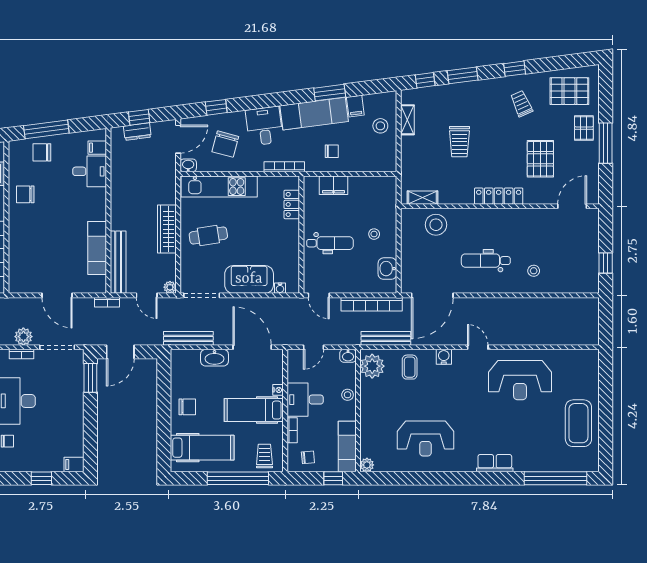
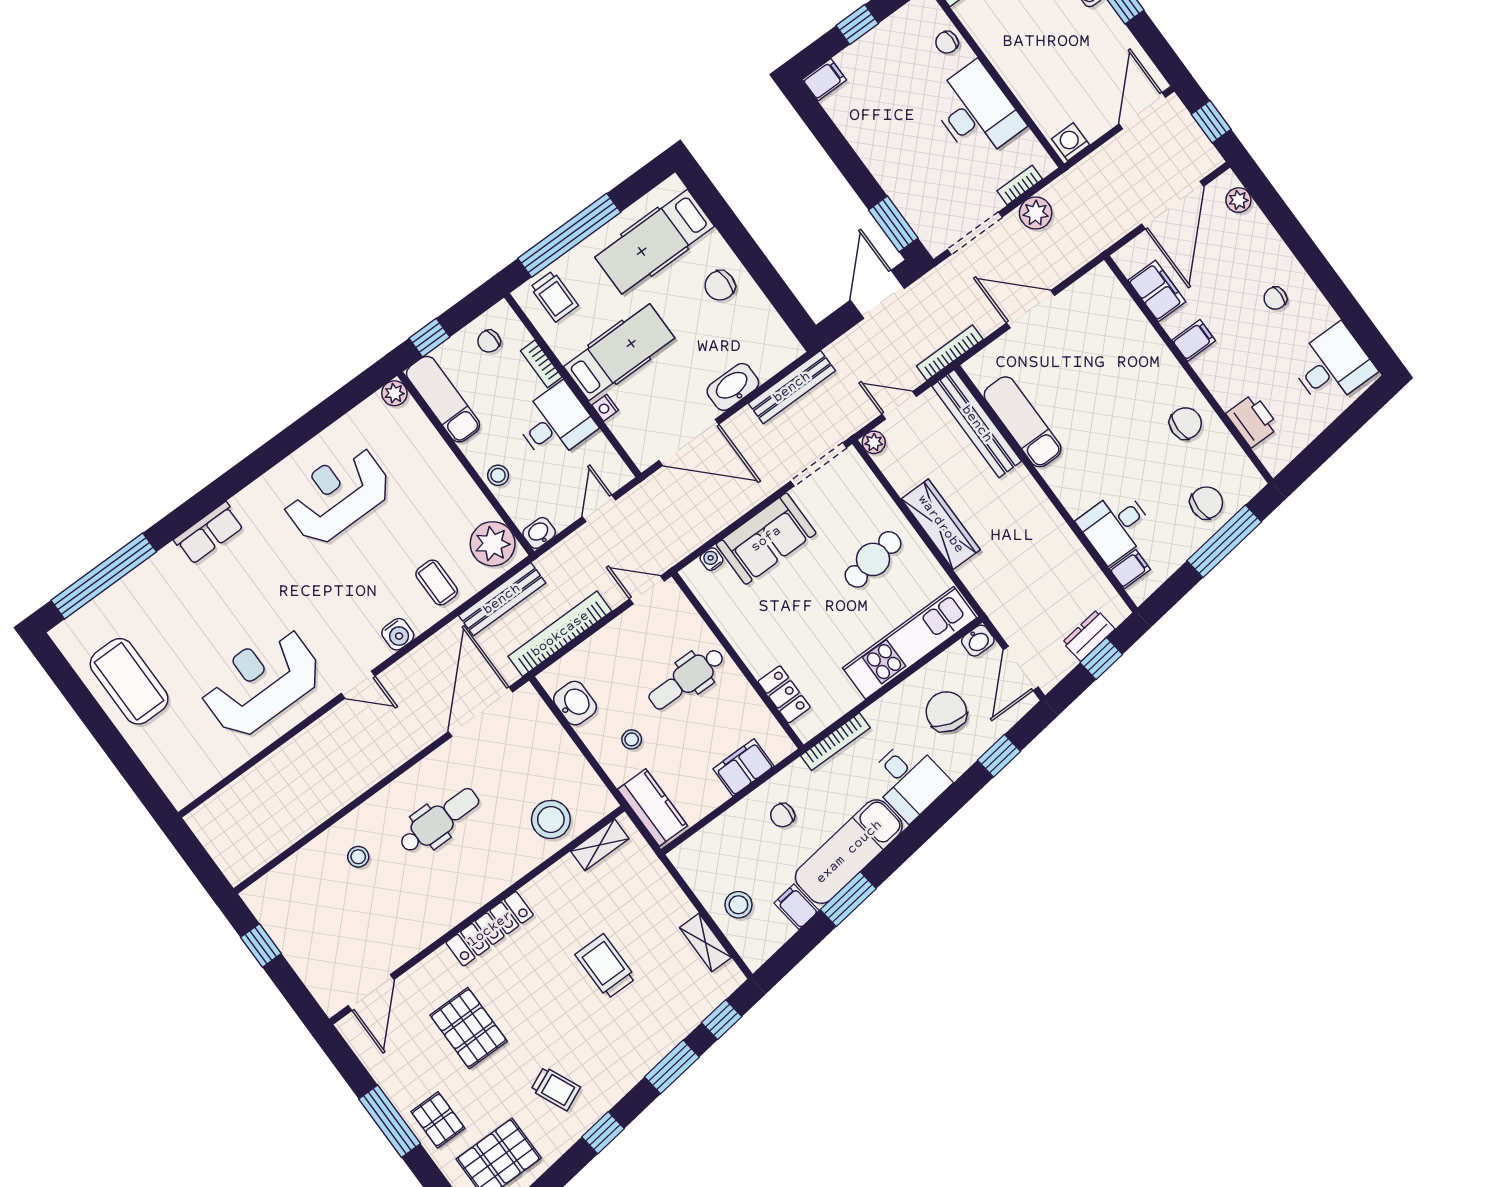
kitchen counter: (387, 197) -> (653, 807), added
bookcase: (107, 302) -> (950, 353), width x1.56

